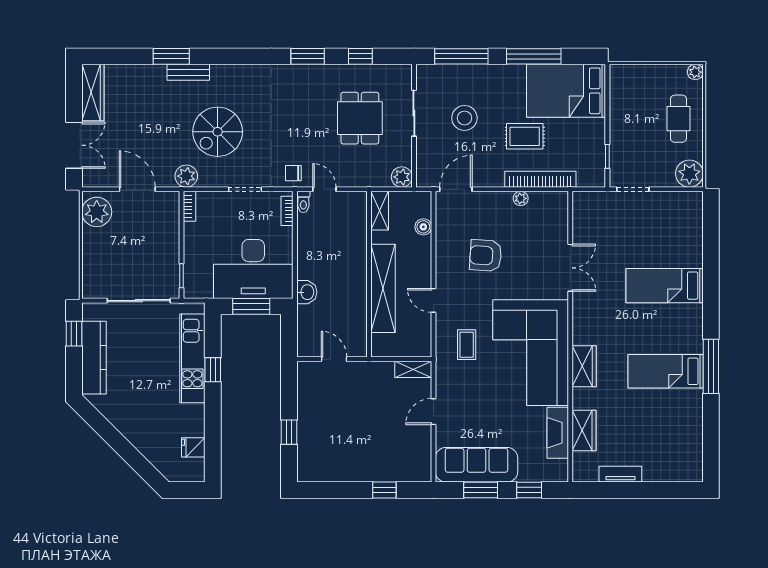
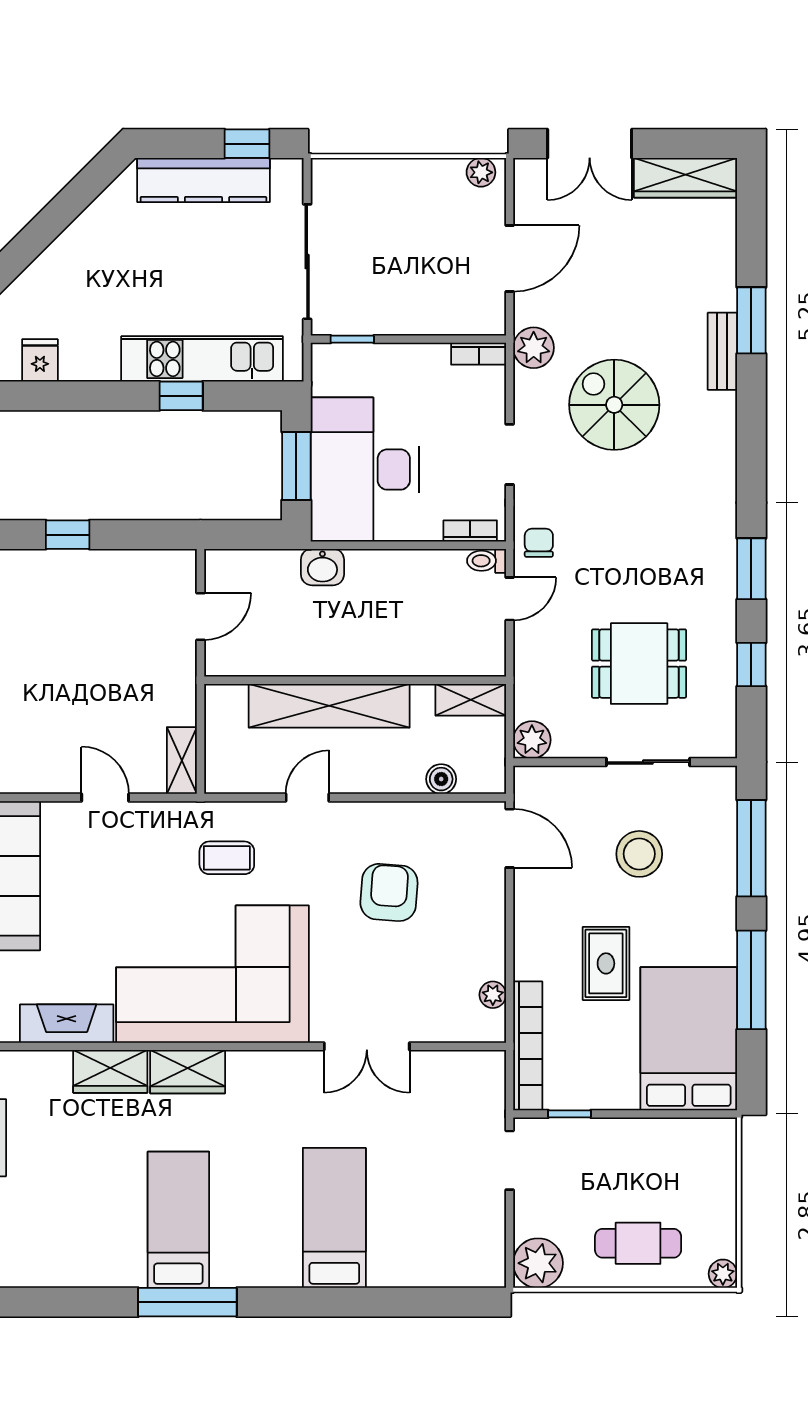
bookcase: (540, 179) -> (528, 1046), moved
plant: (521, 198) -> (493, 995), moved
plant: (97, 212) -> (481, 172), width x0.53, depth x0.53
wardrobe: (584, 430) -> (110, 1071), moved

